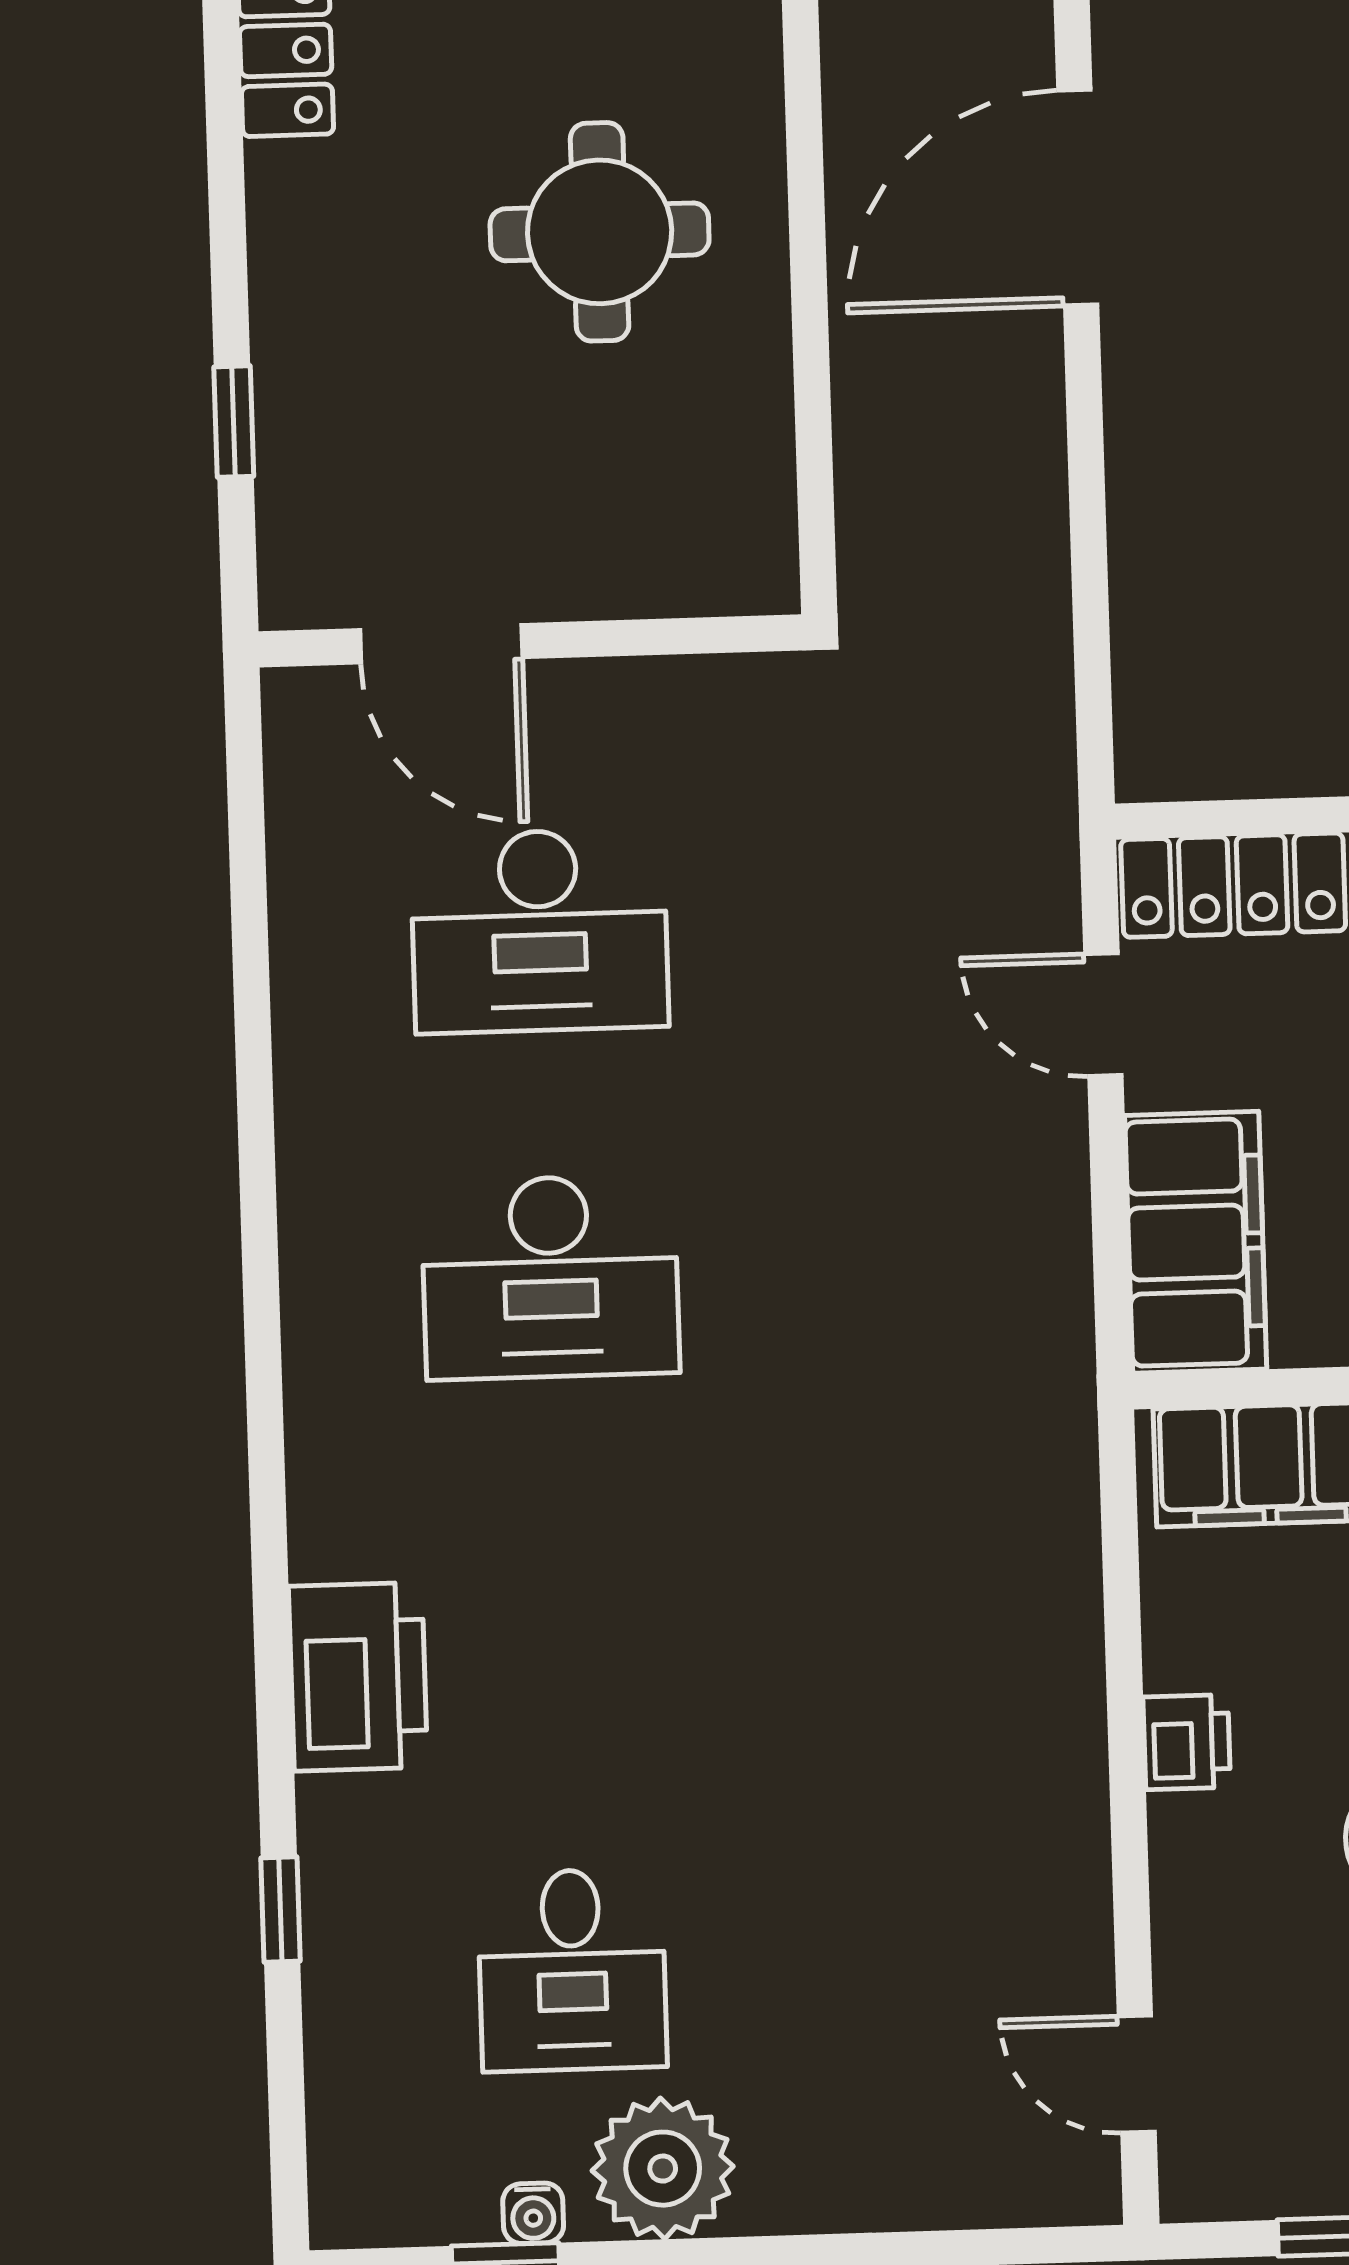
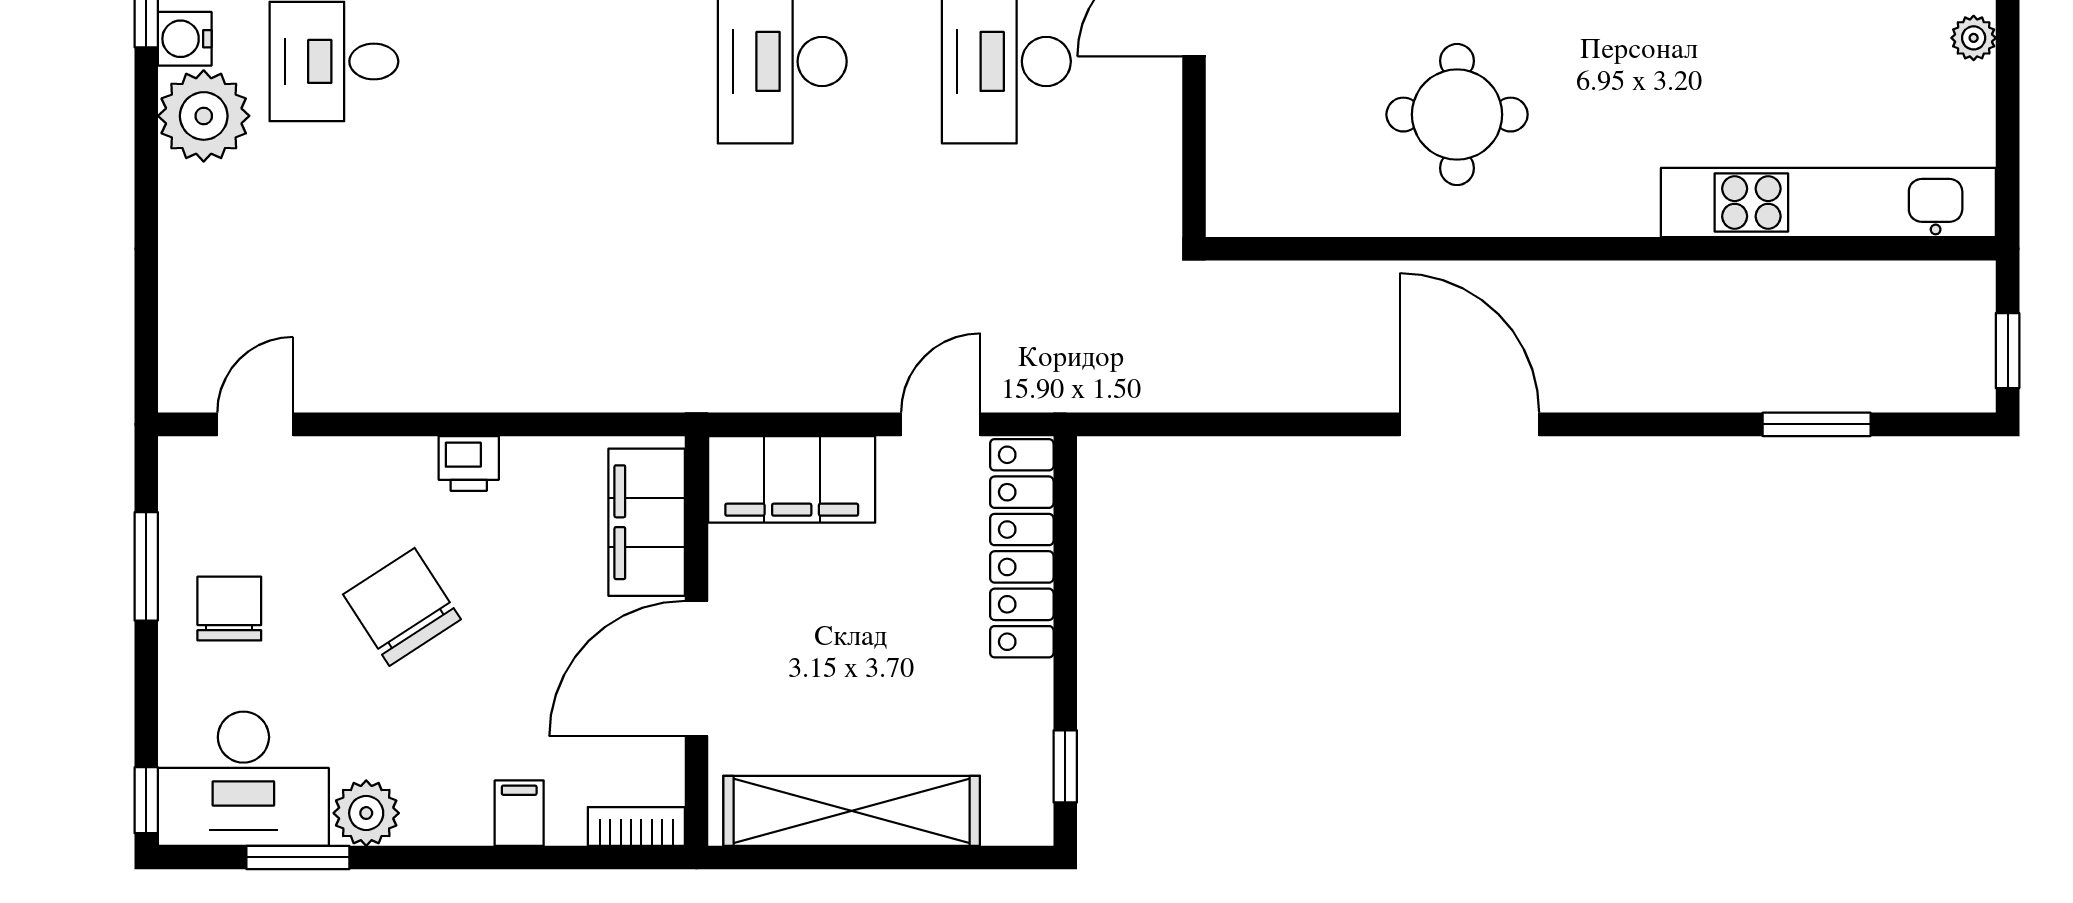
water cooler: (533, 2213) -> (185, 39), width x1.38, depth x1.38

